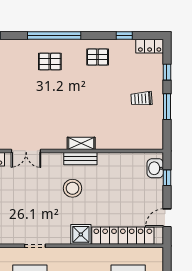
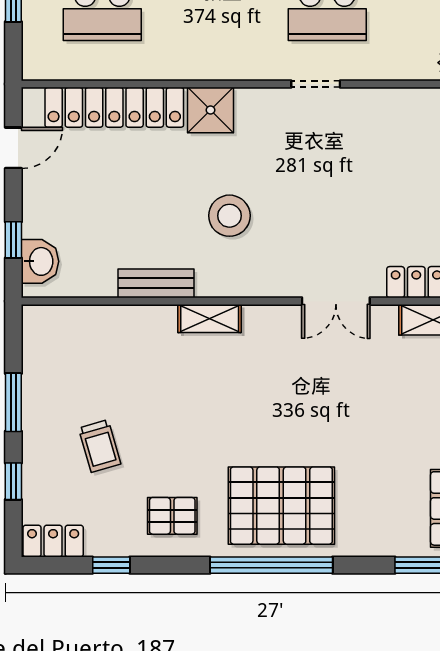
pallet: (50, 62) -> (281, 506), width x2.05, depth x2.00
trolley: (142, 99) -> (100, 446), moved, turned 78
double door: (26, 151) -> (336, 301), swing flipped
bench: (80, 159) -> (156, 283), moved

